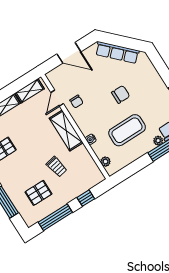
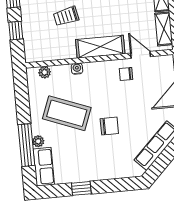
chair: (121, 94) -> (109, 126), turned -90
coffee table: (127, 130) -> (67, 113), turned -69

